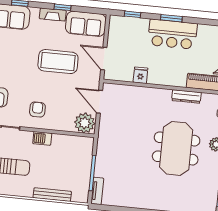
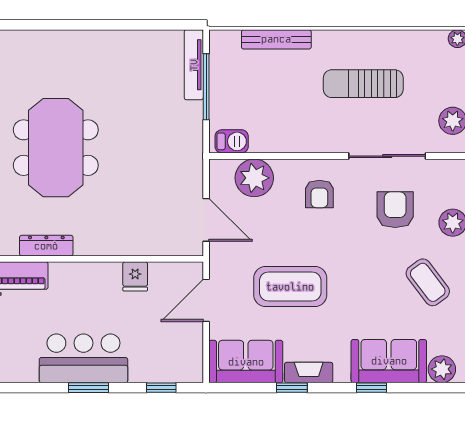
door: (104, 59) -> (206, 300), swing flipped
plant: (85, 123) -> (254, 178), moved
barbecue: (42, 138) -> (232, 141), moved
tv unit: (97, 191) -> (194, 65), width x1.41

